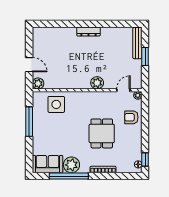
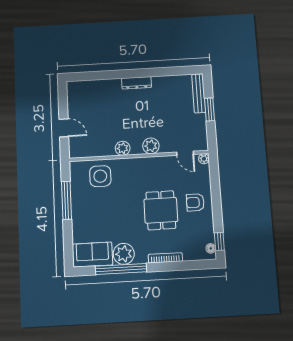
plant: (38, 83) -> (123, 148), moved
door: (123, 90) -> (185, 153), swing flipped
armchair: (131, 117) -> (195, 202), moved

